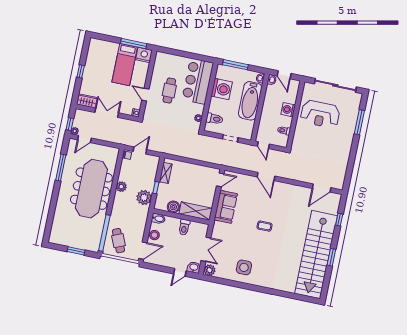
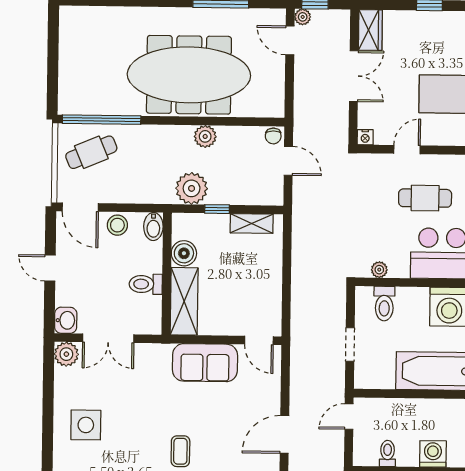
window: (76, 251) -> (53, 68), removed
door: (180, 272) -> (50, 268), moved

